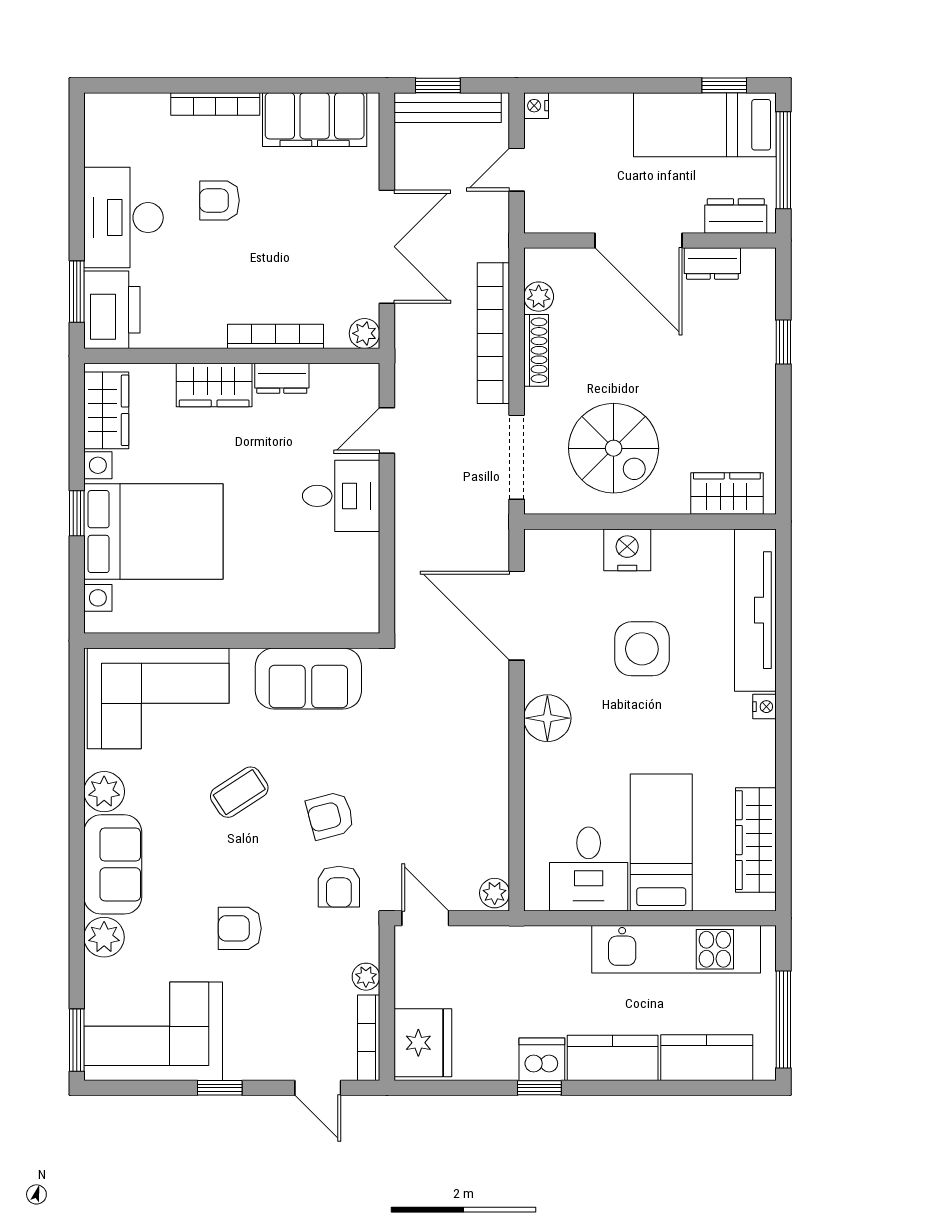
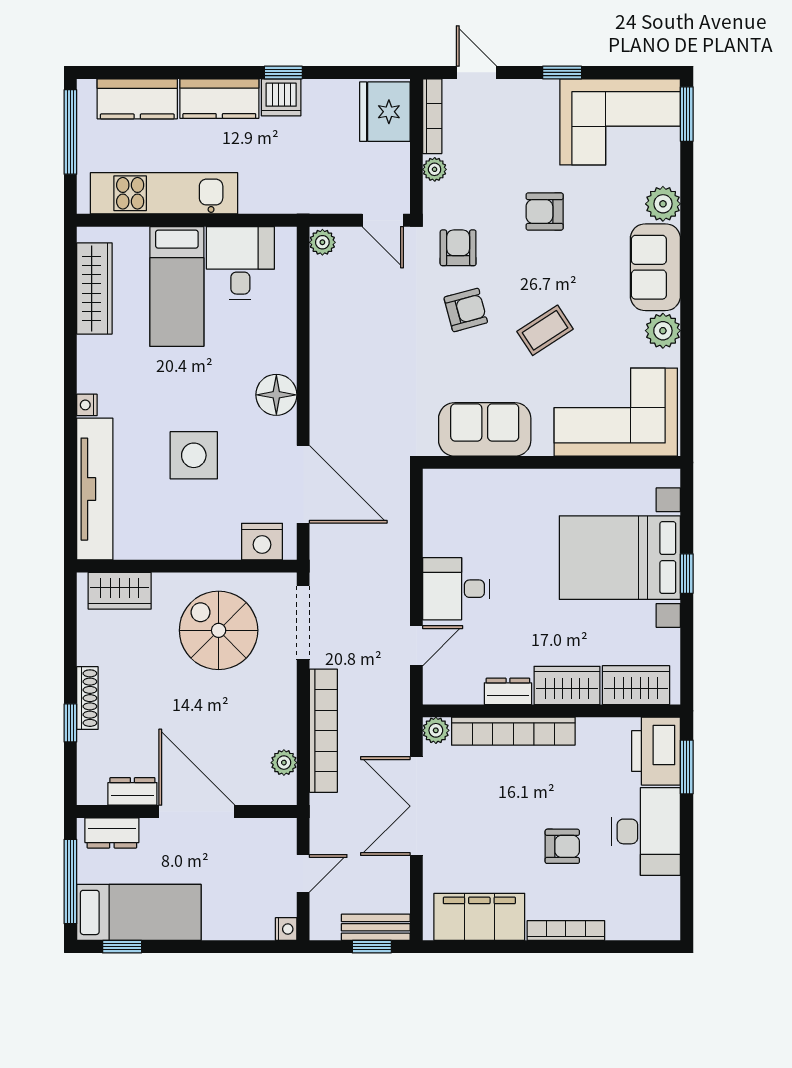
bench: (448, 108) -> (376, 927), width x0.73
bookcase: (276, 336) -> (513, 731), width x1.48, depth x1.31
shoe rack: (536, 350) -> (87, 698), moved, turned 180
wardrobe: (106, 410) -> (636, 685), moved, turned 90
nightstand: (627, 550) -> (262, 542), moved
armchair: (240, 928) -> (545, 211), turned 180

